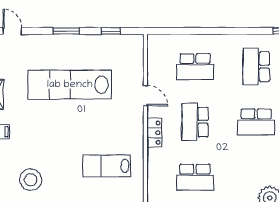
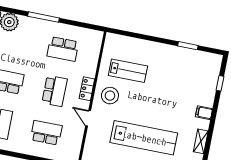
school desk: (195, 177) -> (63, 49), turned 180
stool: (31, 180) -> (110, 96), moved

